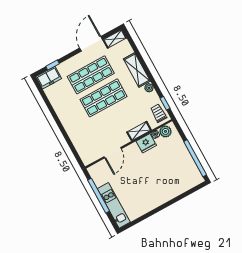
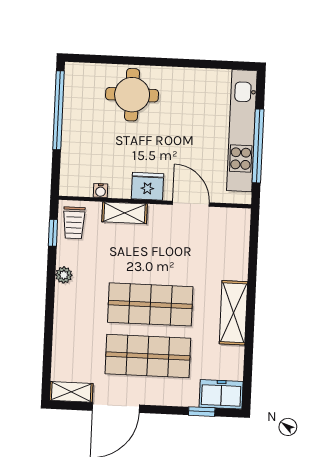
shelving: (137, 70) -> (233, 313), moved
plant: (165, 131) -> (81, 185), removed
fridge: (146, 143) -> (148, 186), moved
door: (113, 153) -> (191, 204), hinge flipped
round table: (167, 185) -> (132, 95), added
kitchen unit: (114, 205) -> (242, 131), width x1.36

